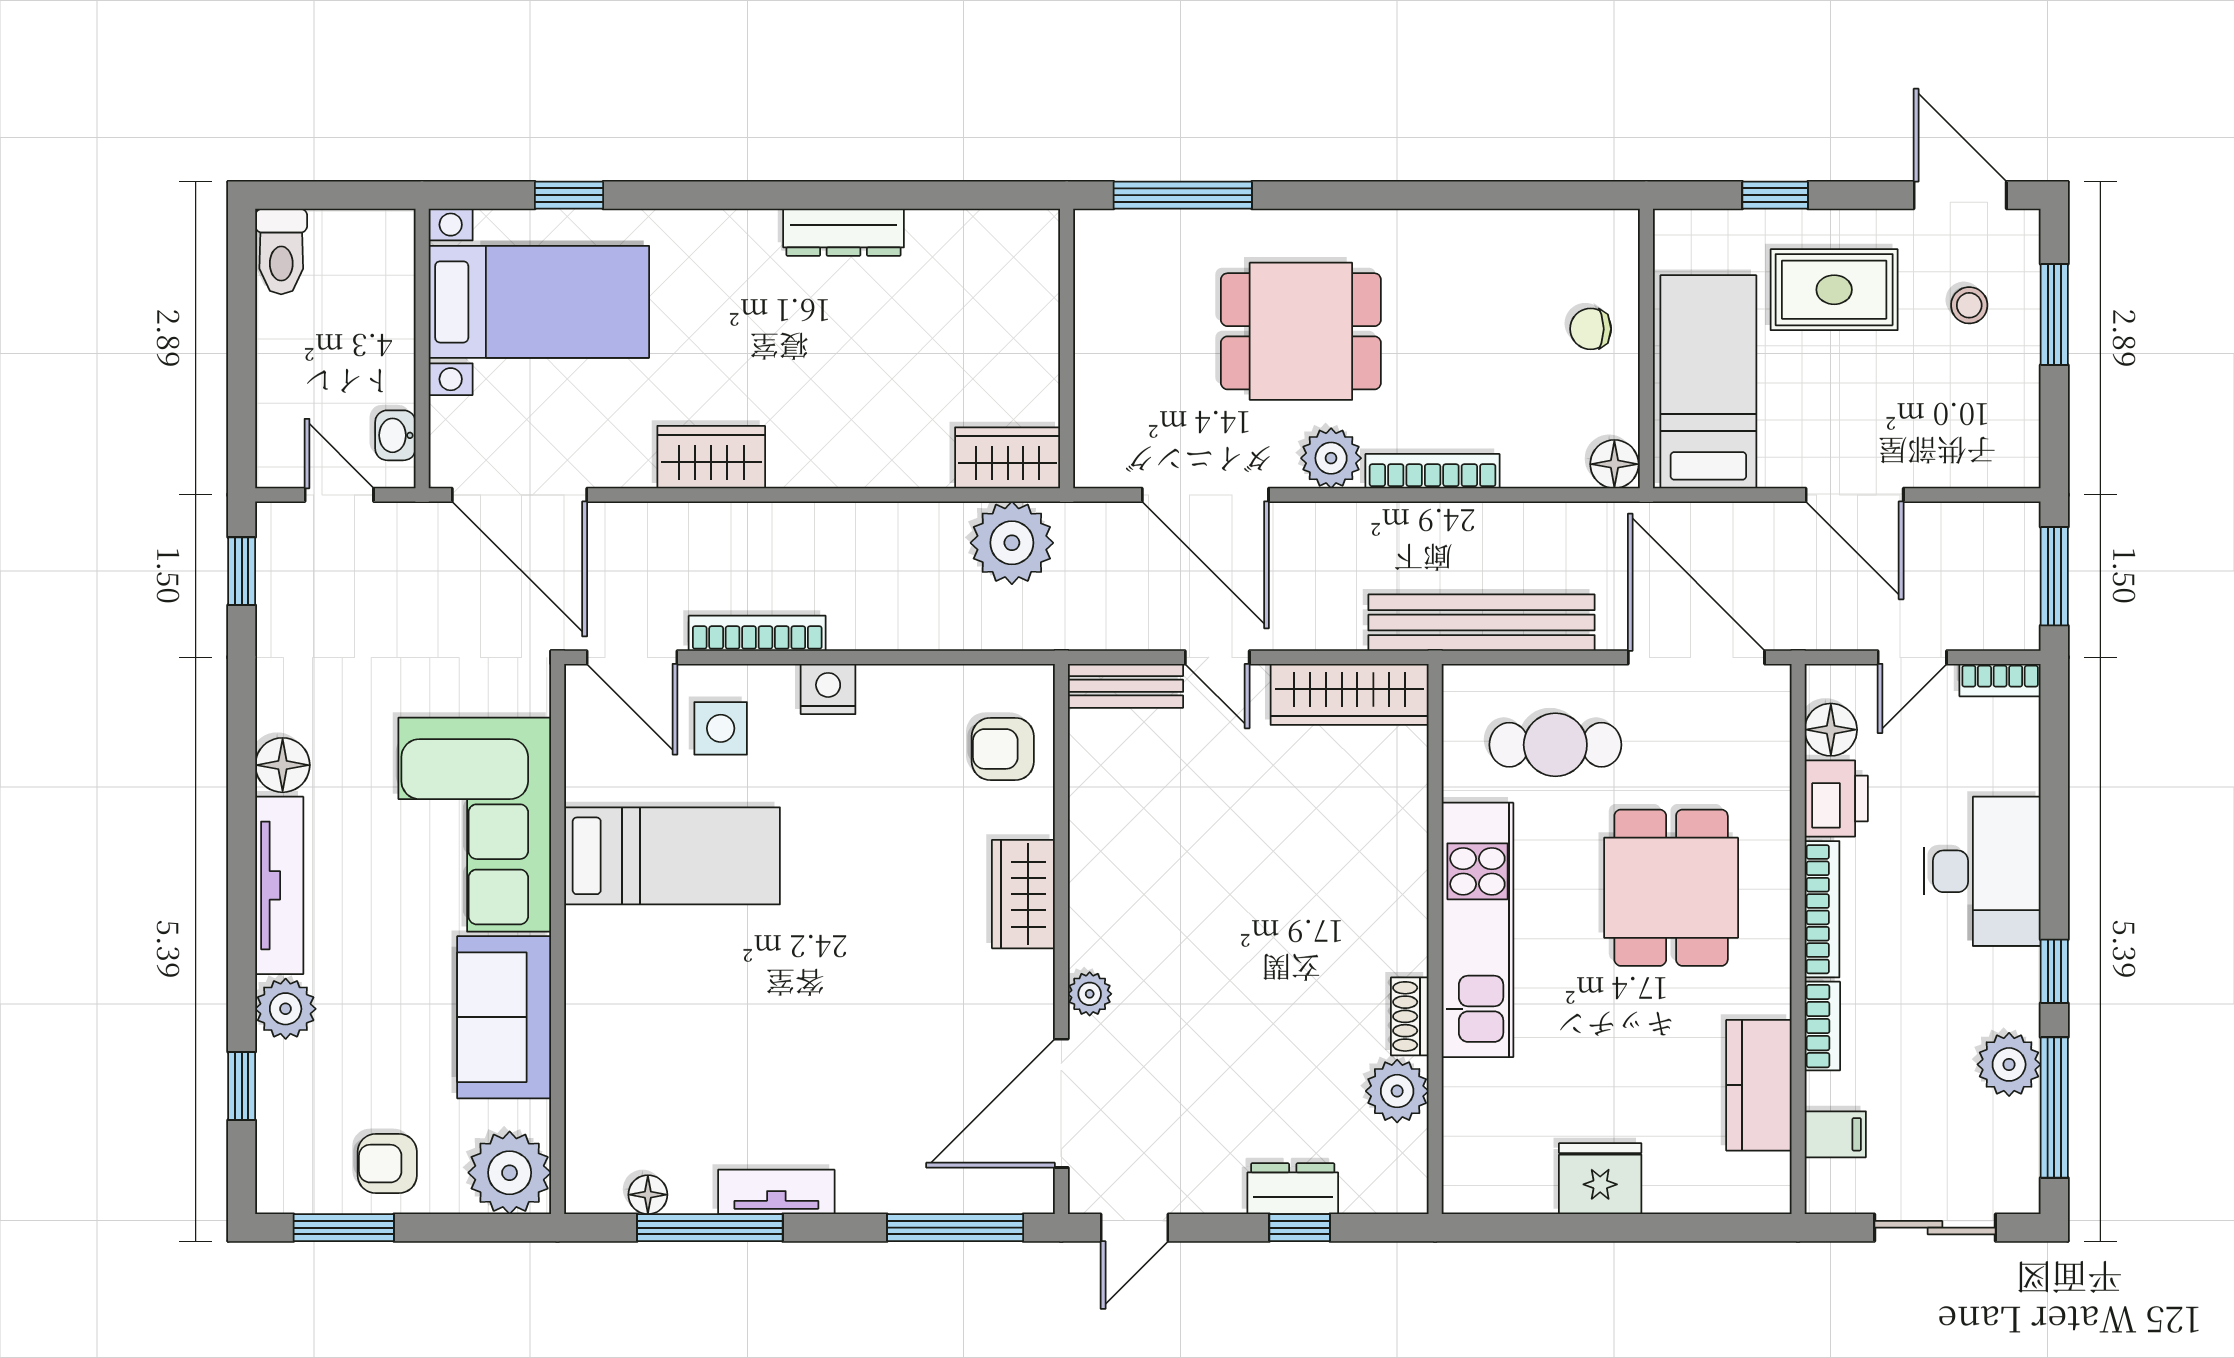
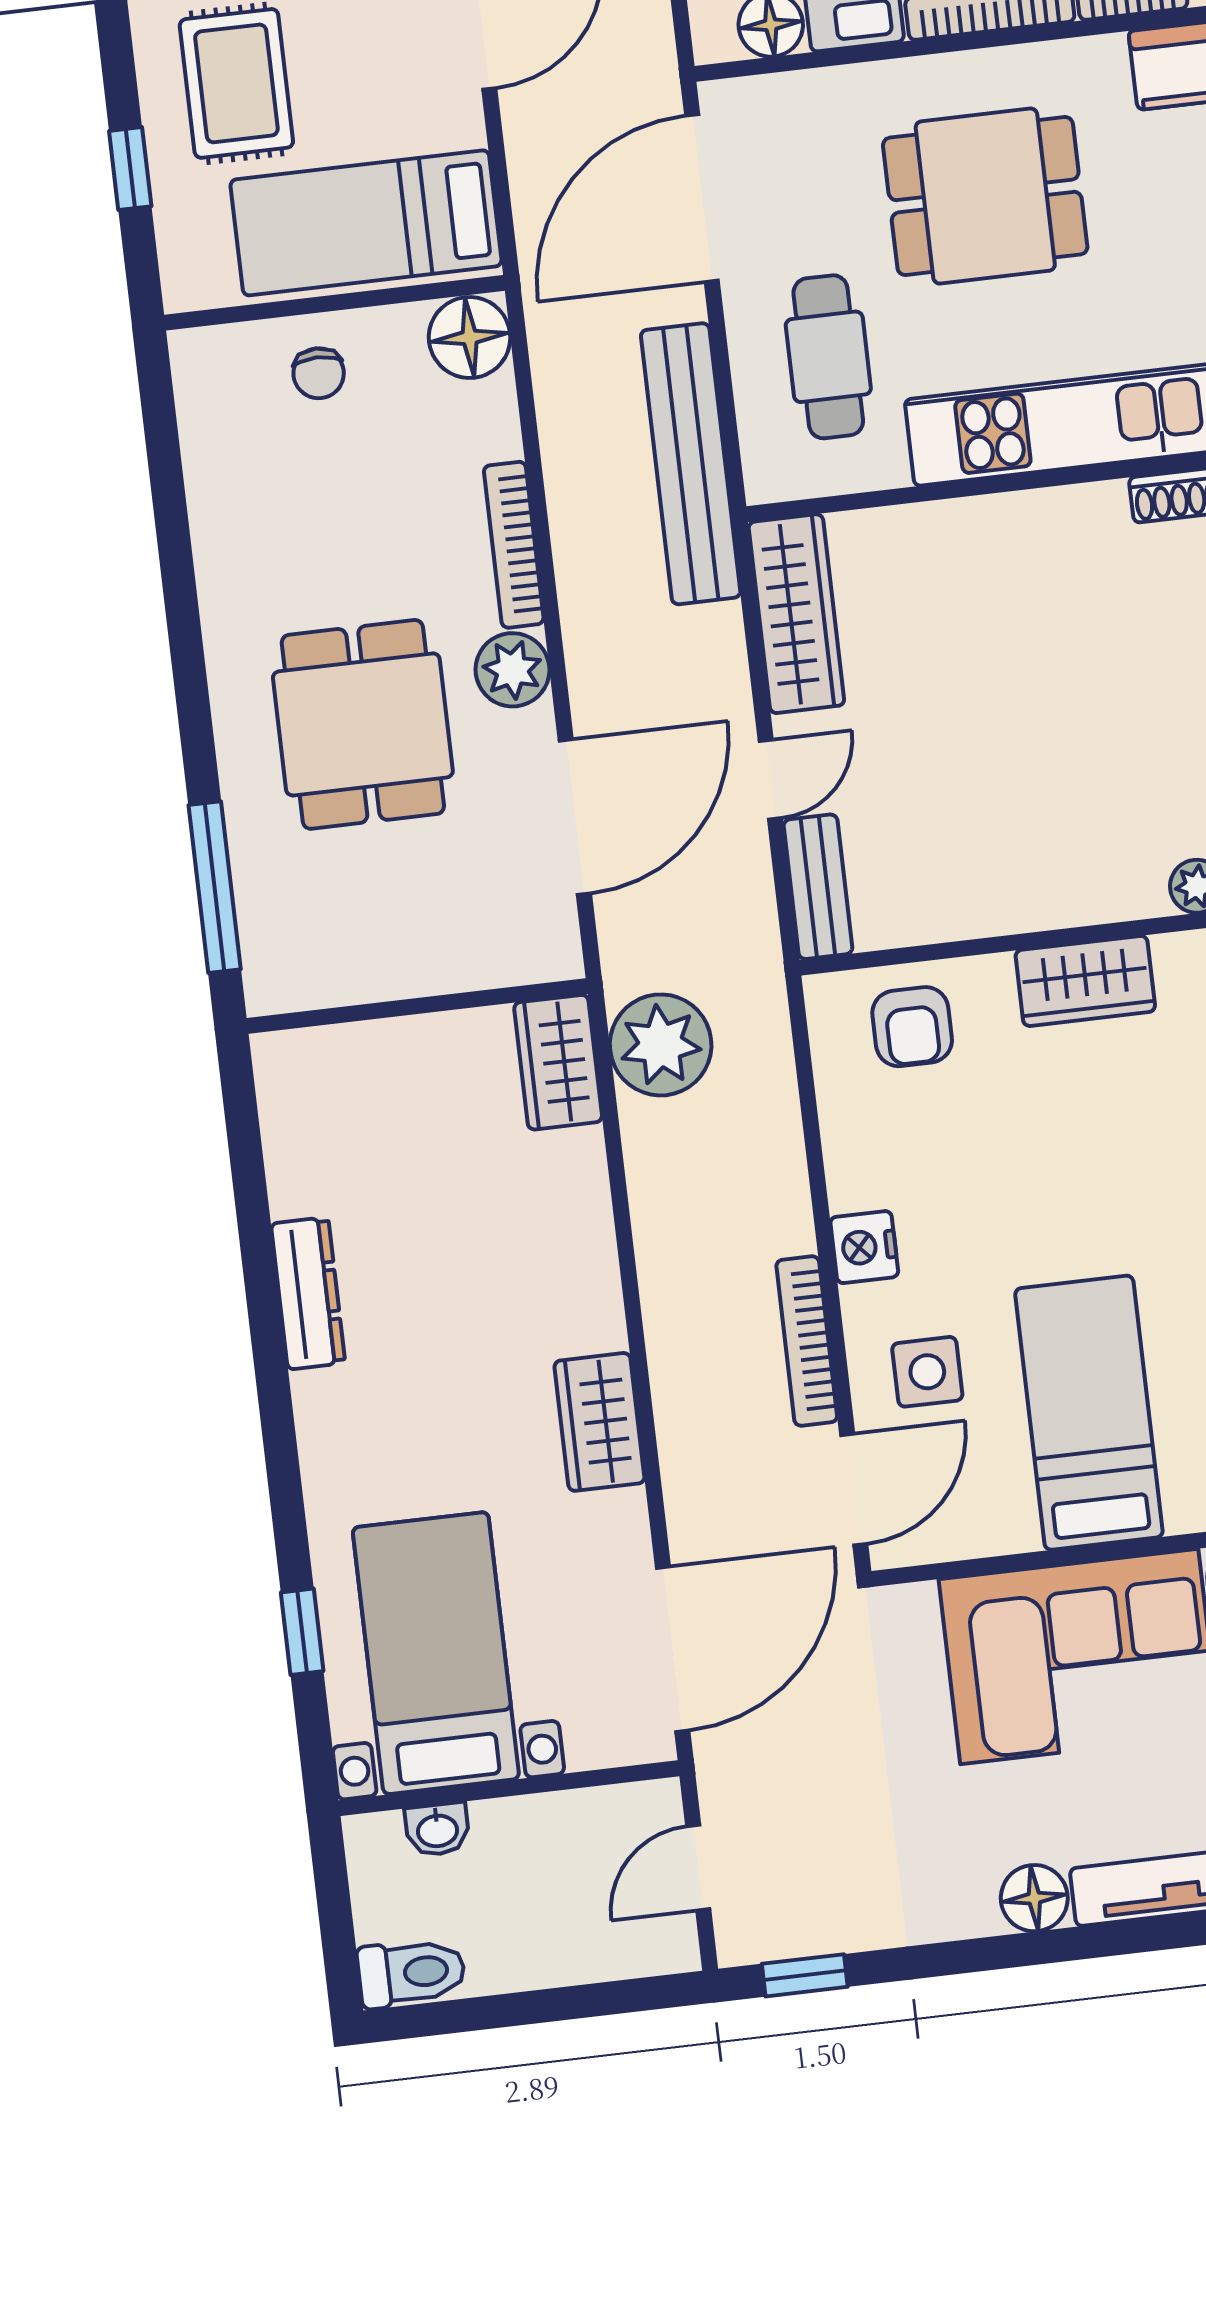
washbasin: (395, 435) -> (437, 1829), moved
floor lamp: (1614, 464) -> (470, 337), width x1.38, depth x1.38

